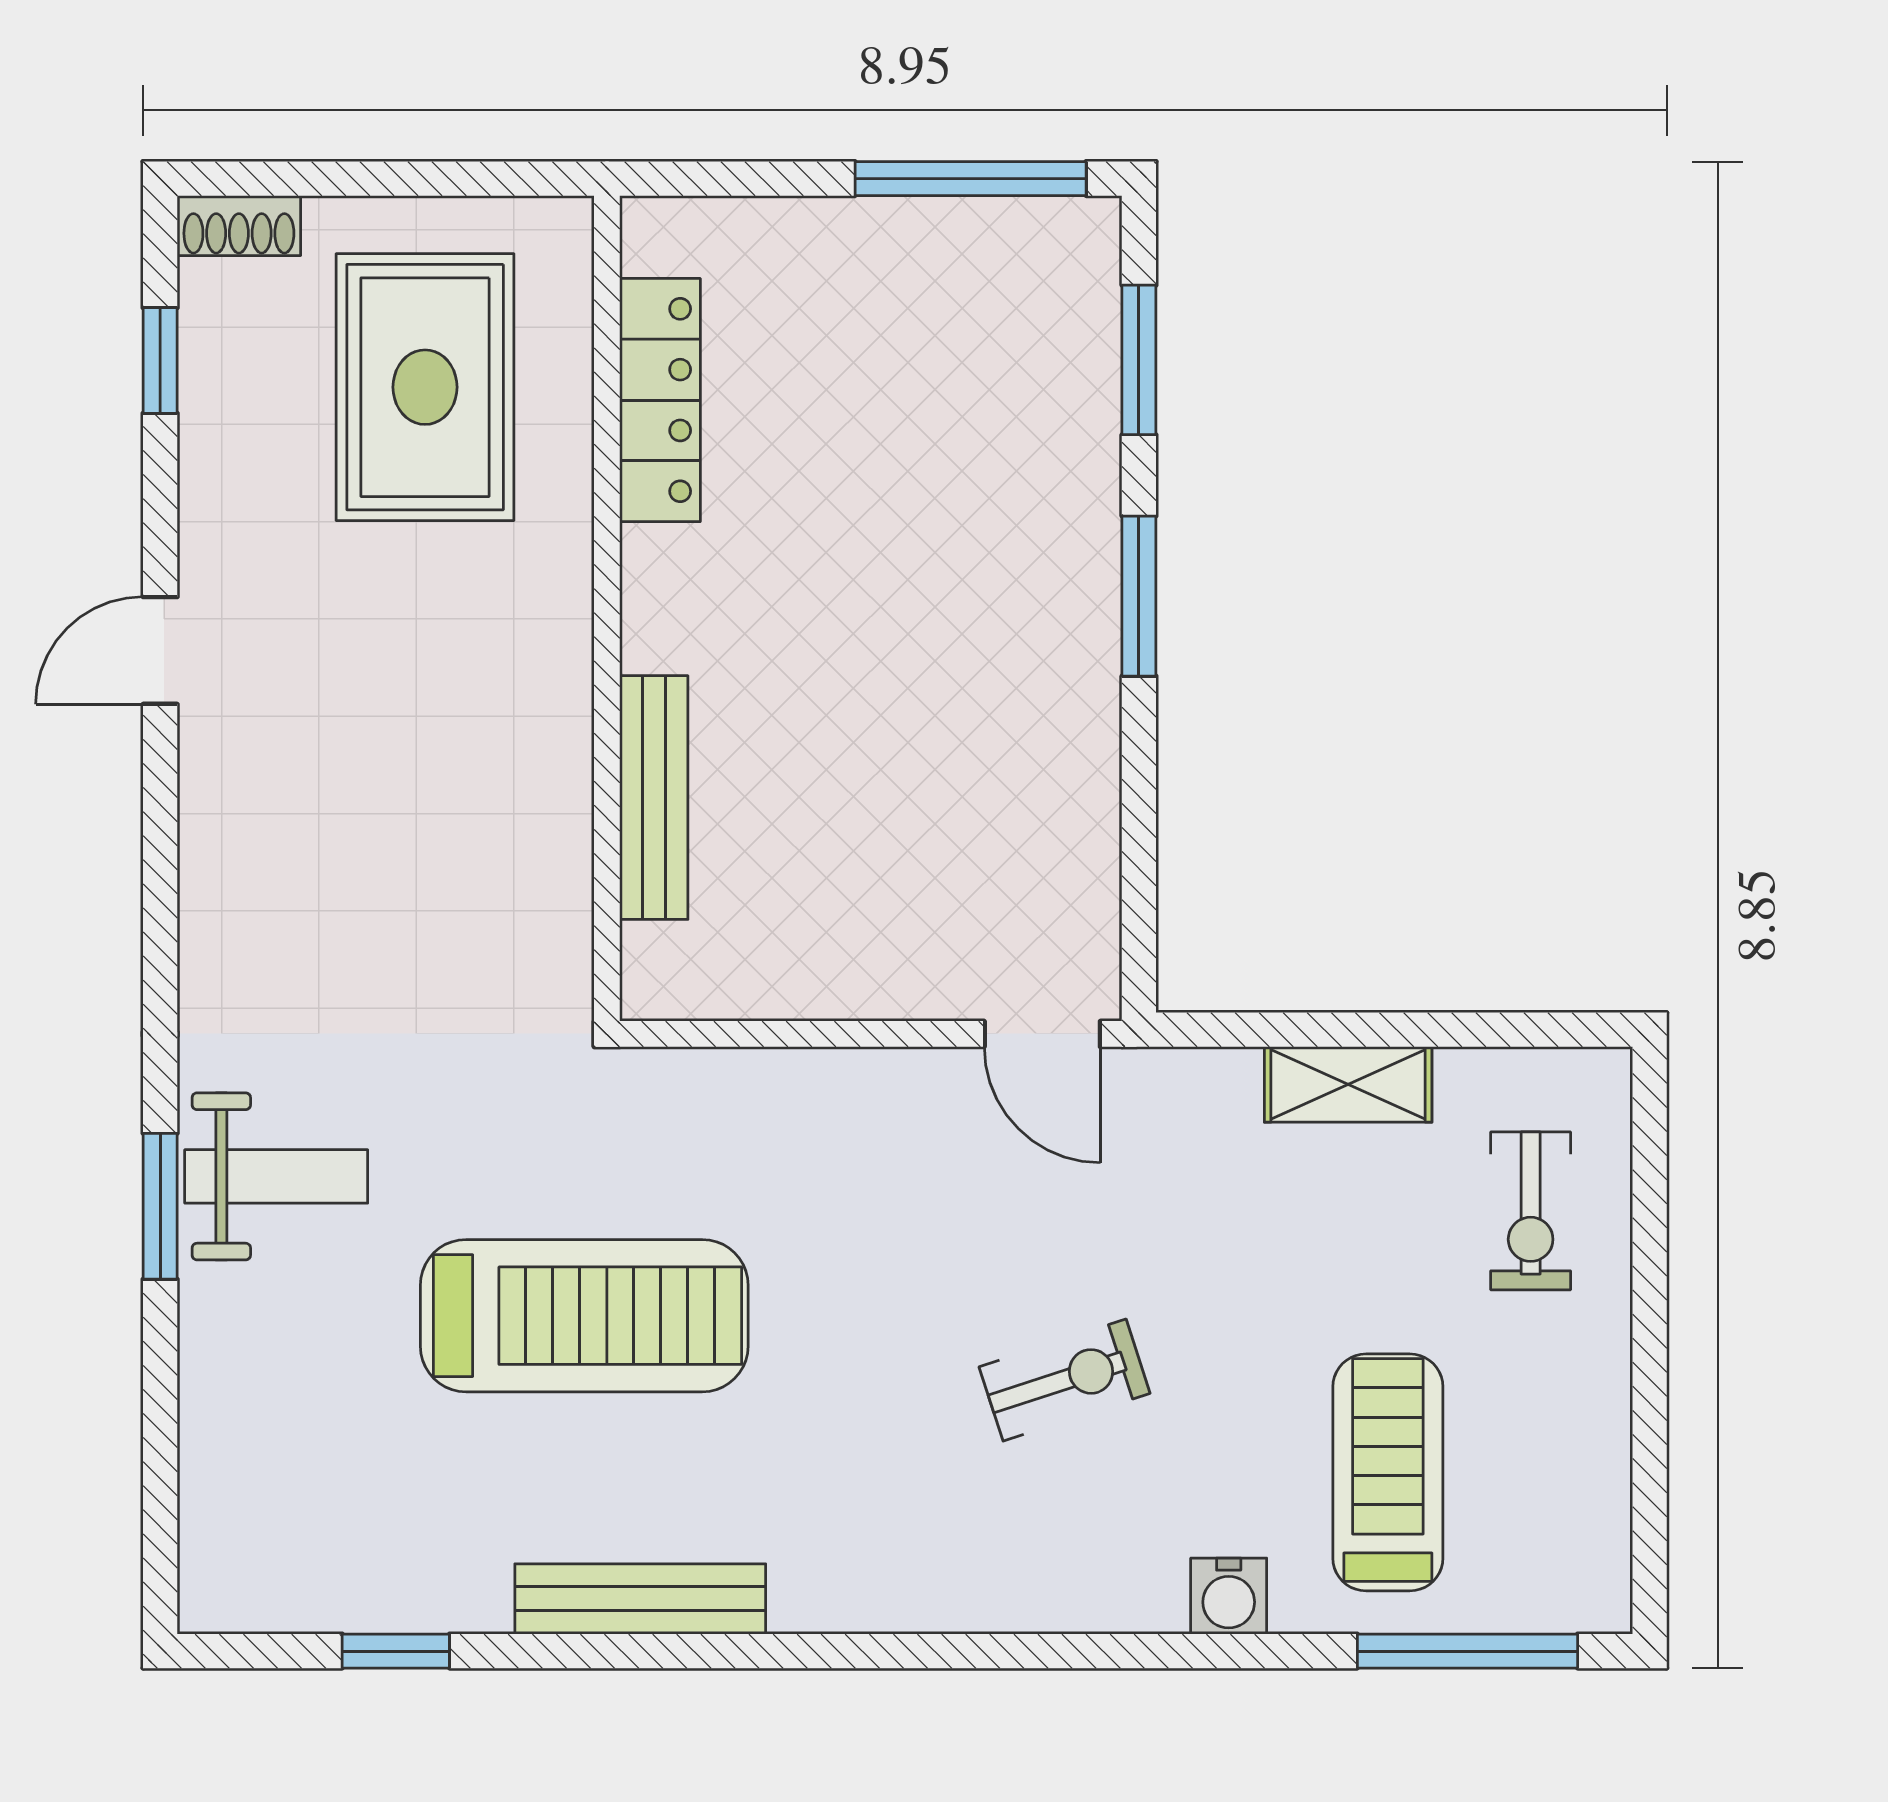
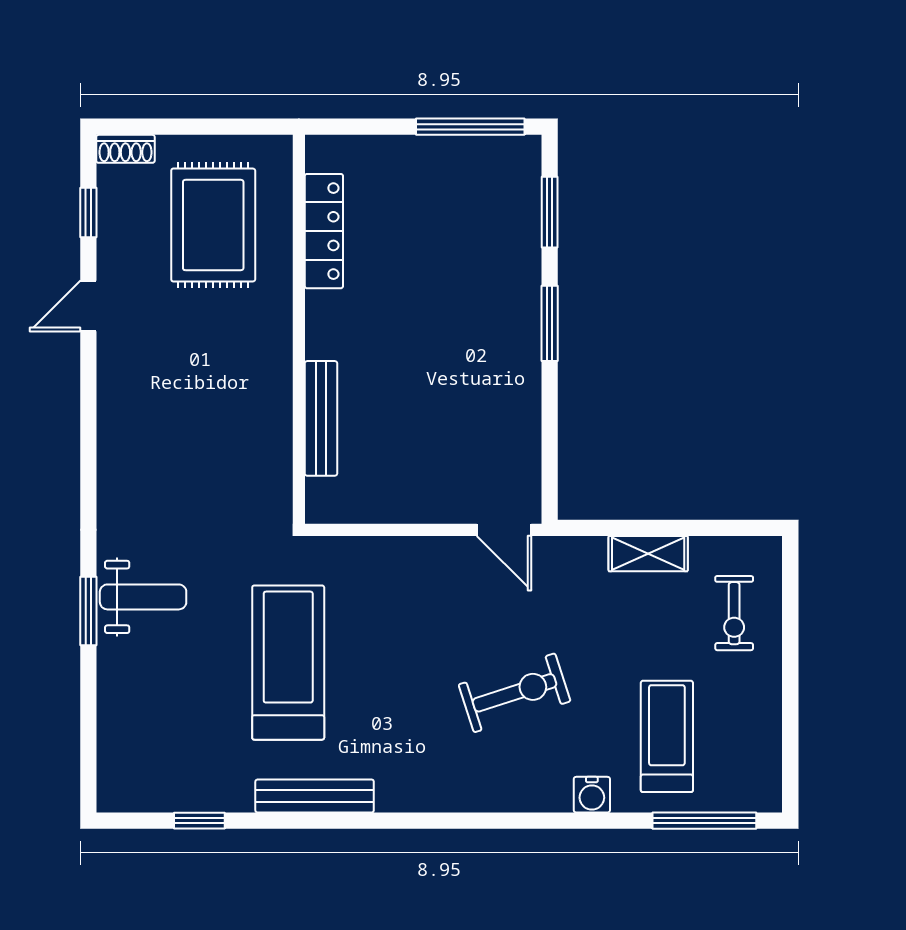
door: (160, 650) -> (88, 306), moved
treadmill: (584, 1316) -> (288, 663), turned -90
exercise bike: (1065, 1380) -> (515, 693), width x1.38, depth x1.39

